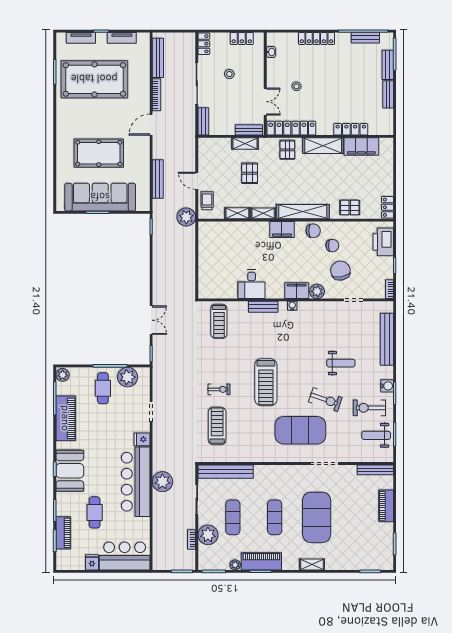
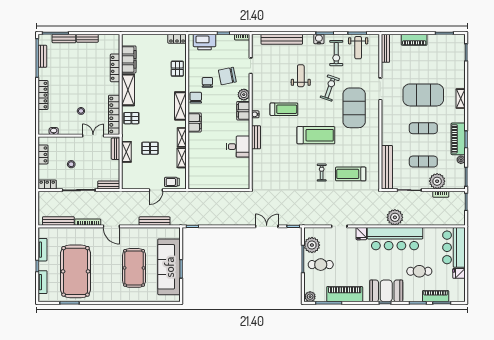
shelving: (303, 212) -> (180, 106), width x0.68
plant: (186, 217) -> (185, 198), removed
treadmill: (219, 321) -> (284, 109), moved

